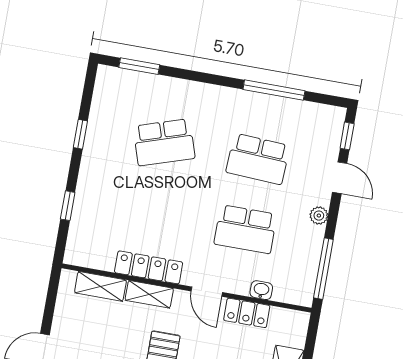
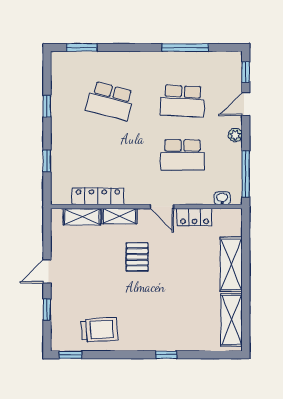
school desk: (164, 142) -> (110, 101), turned 33
door: (340, 178) -> (246, 104), swing flipped
locker: (149, 267) -> (98, 196), moved
washbasin: (261, 290) -> (222, 198), moved

